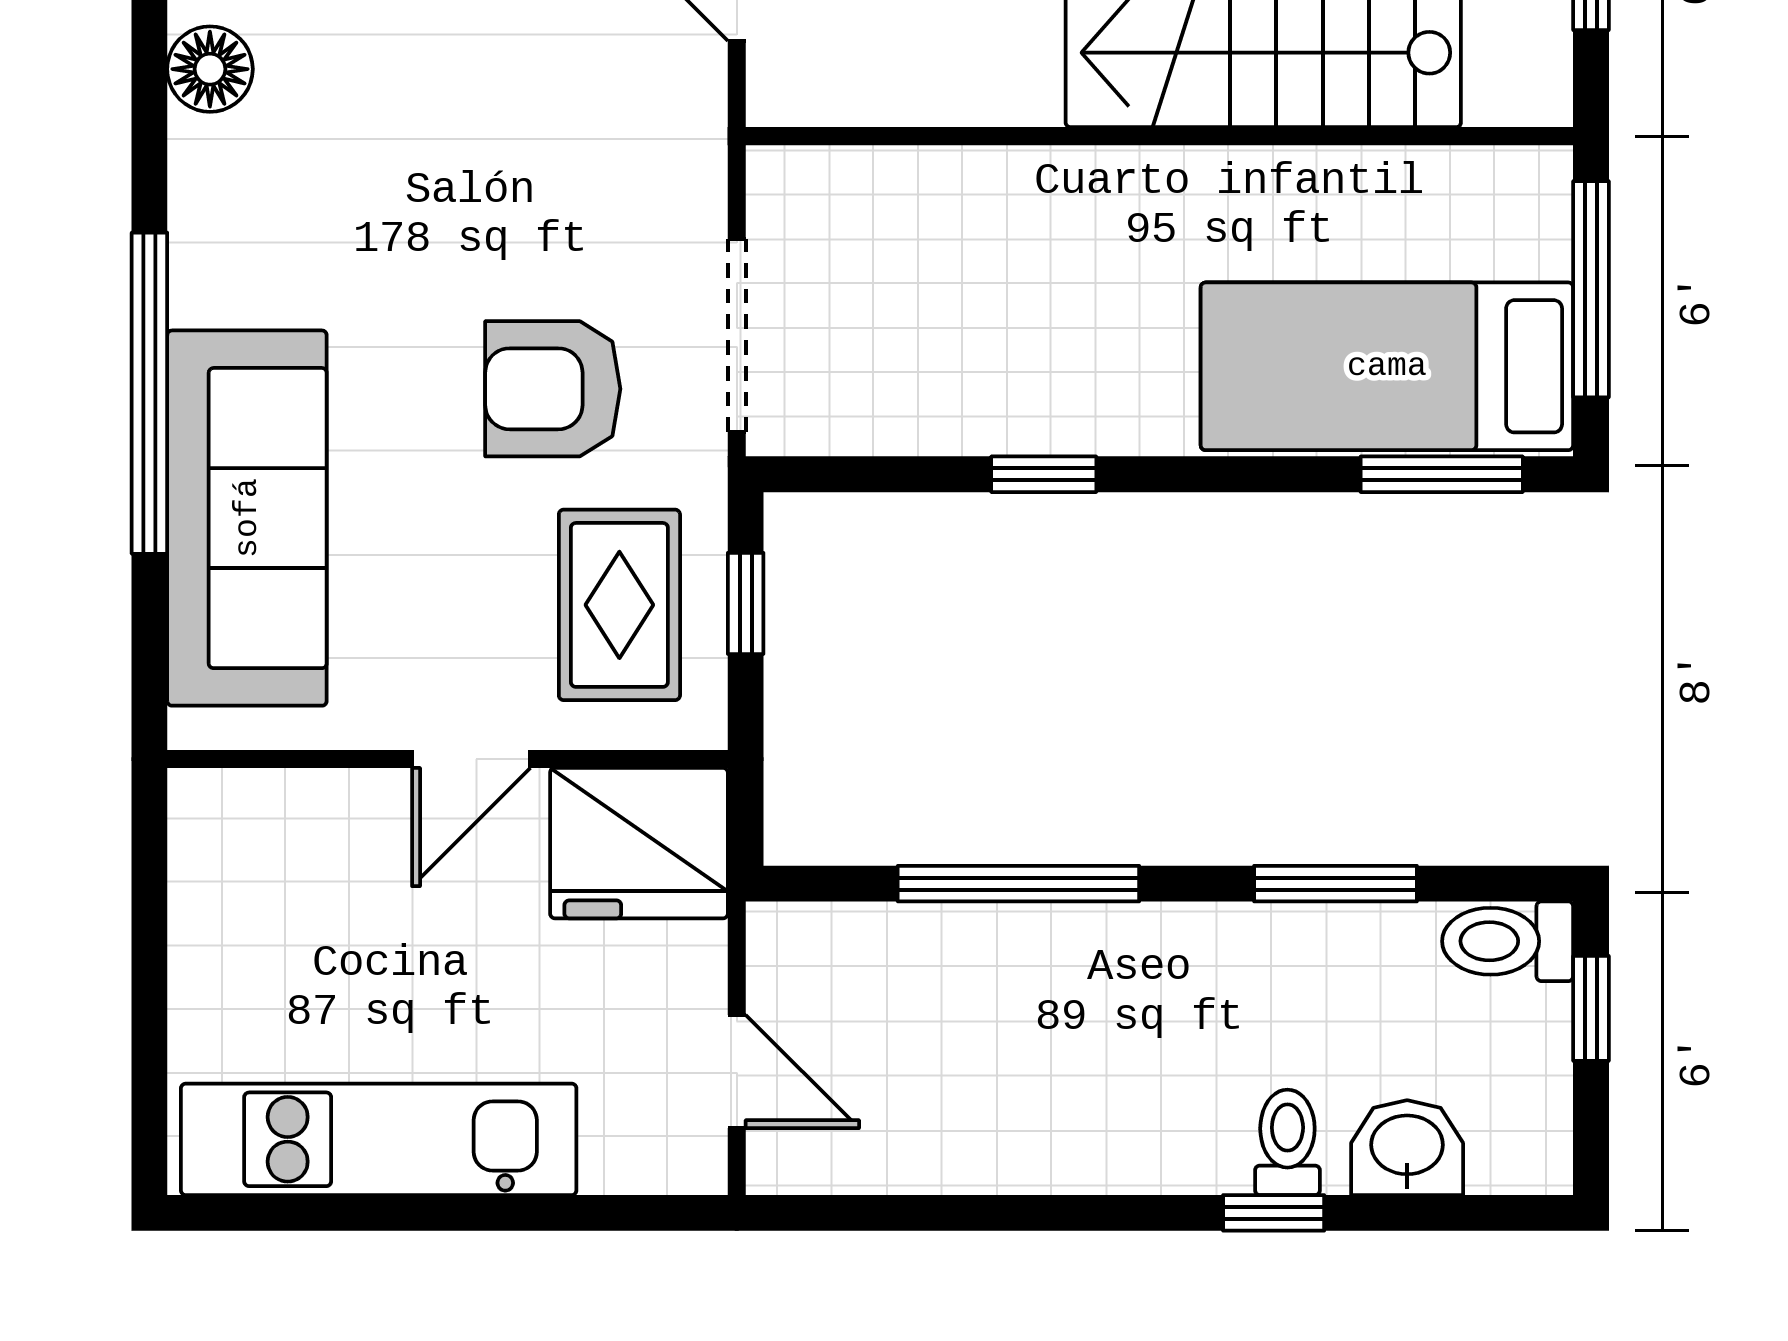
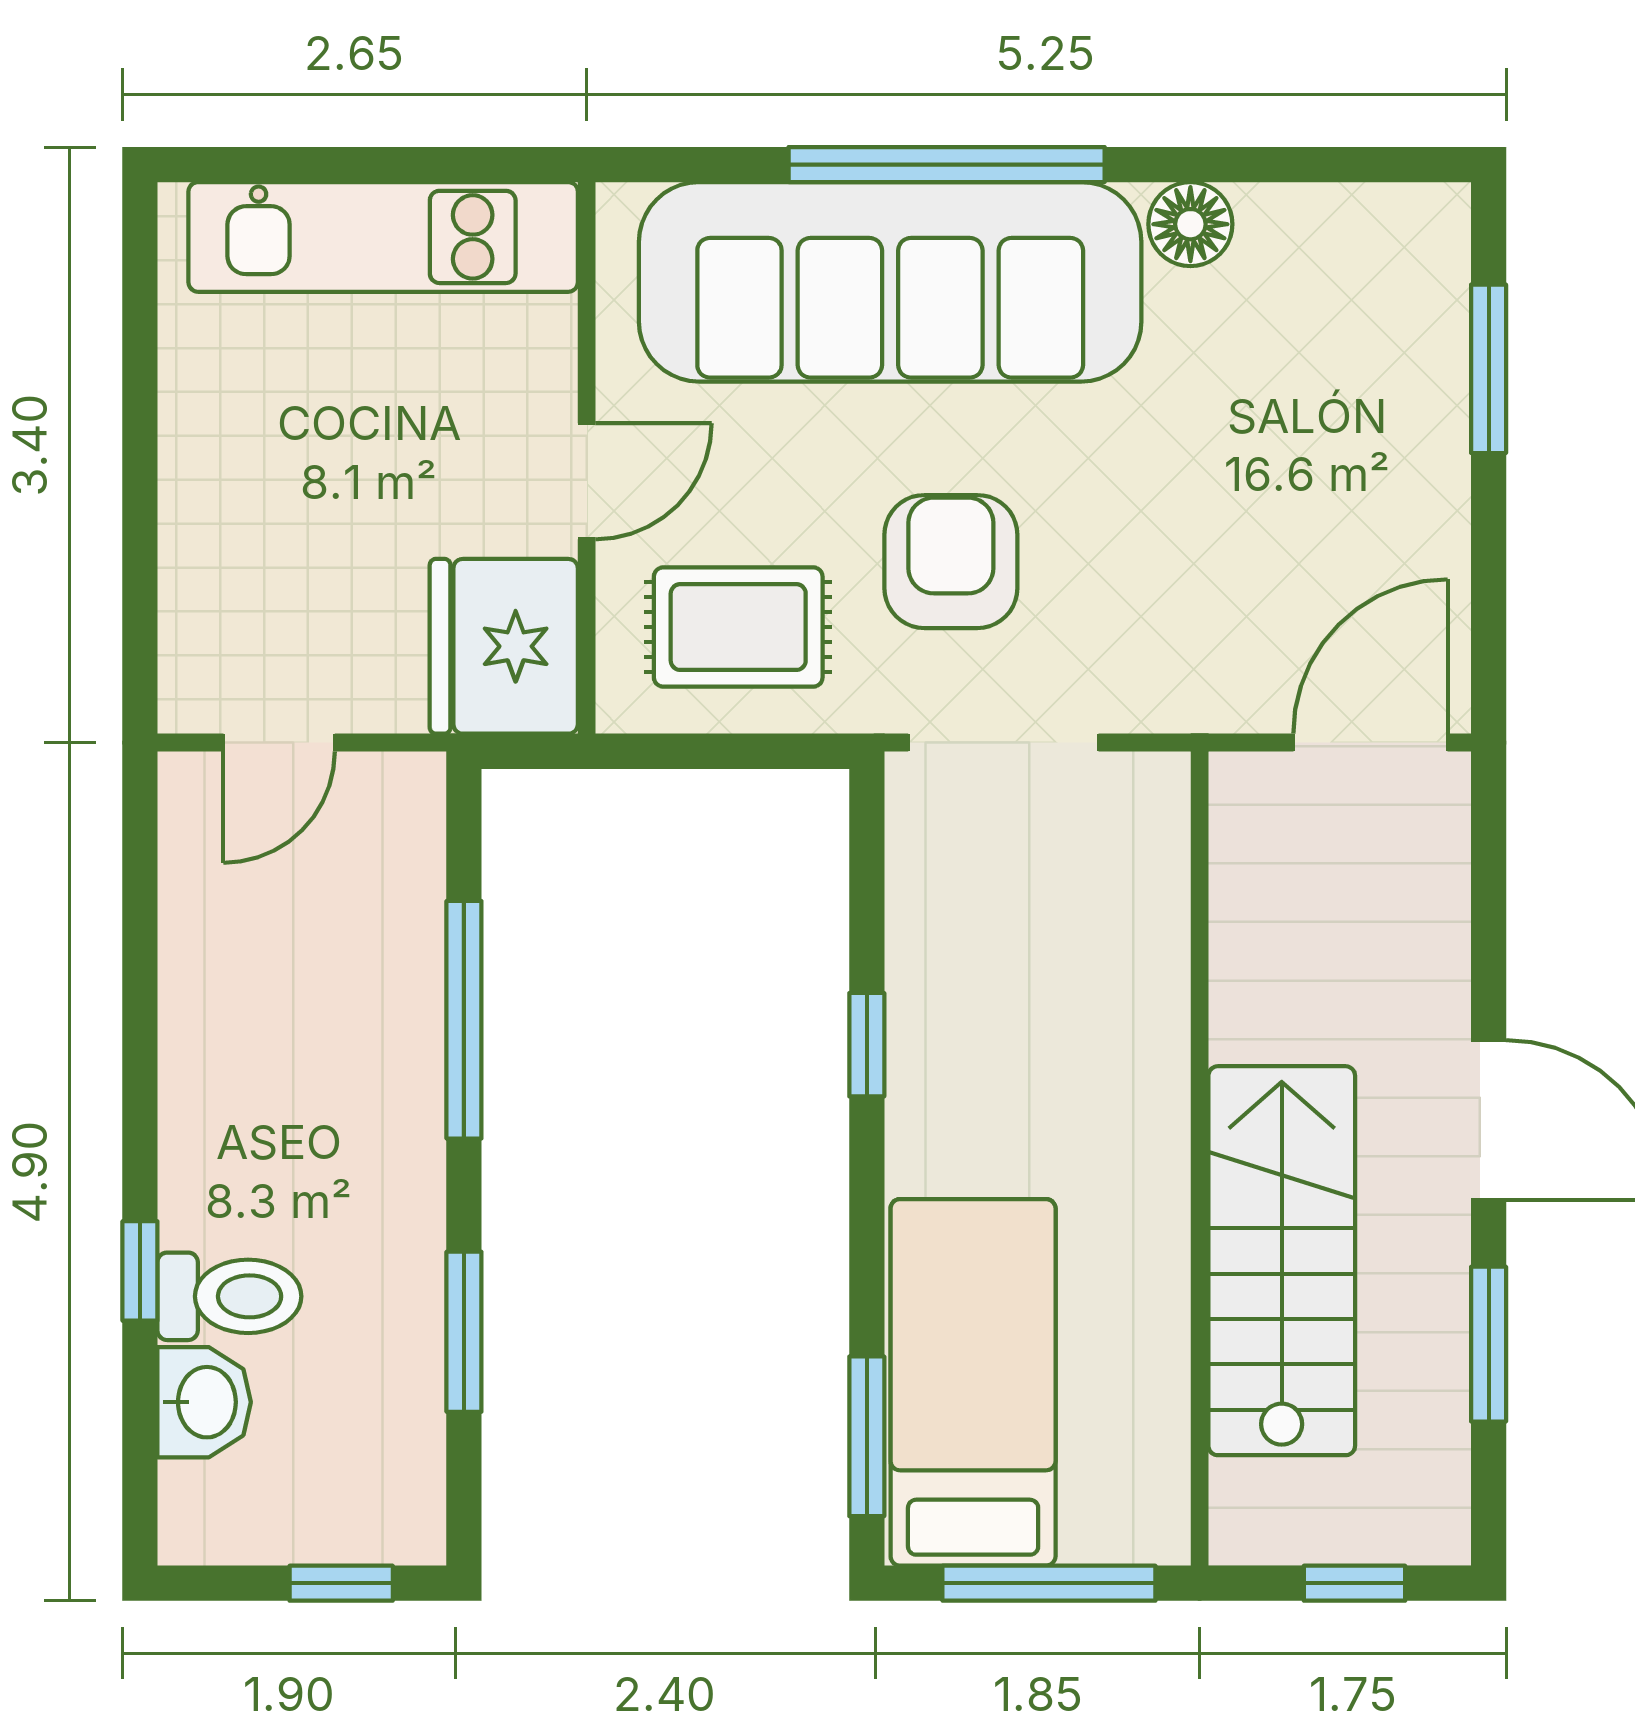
floor lamp: (210, 69) -> (1190, 224), moved
sofa: (247, 518) -> (890, 282), width x1.36, depth x1.27
window: (746, 603) -> (740, 751), removed
door: (471, 759) -> (587, 481), swing flipped
toilet: (1508, 941) -> (407, 1501), removed
kitchen unit: (379, 1139) -> (383, 237), moved, turned 90
toilet: (1287, 1142) -> (229, 1296), width x1.37, depth x1.39

